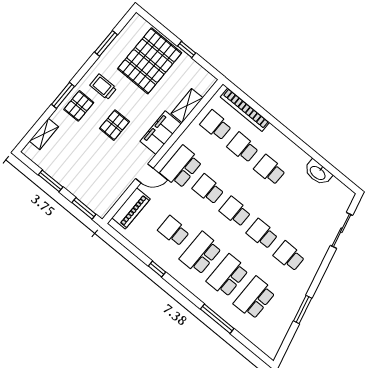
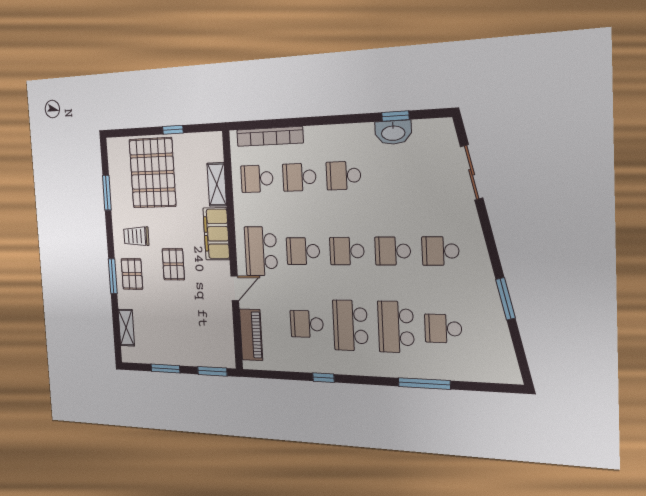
window: (327, 165) -> (395, 116), added
school desk: (254, 298) -> (443, 329), width x0.54

